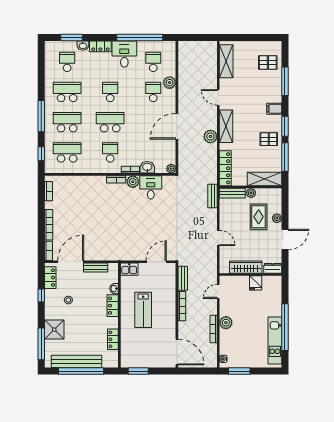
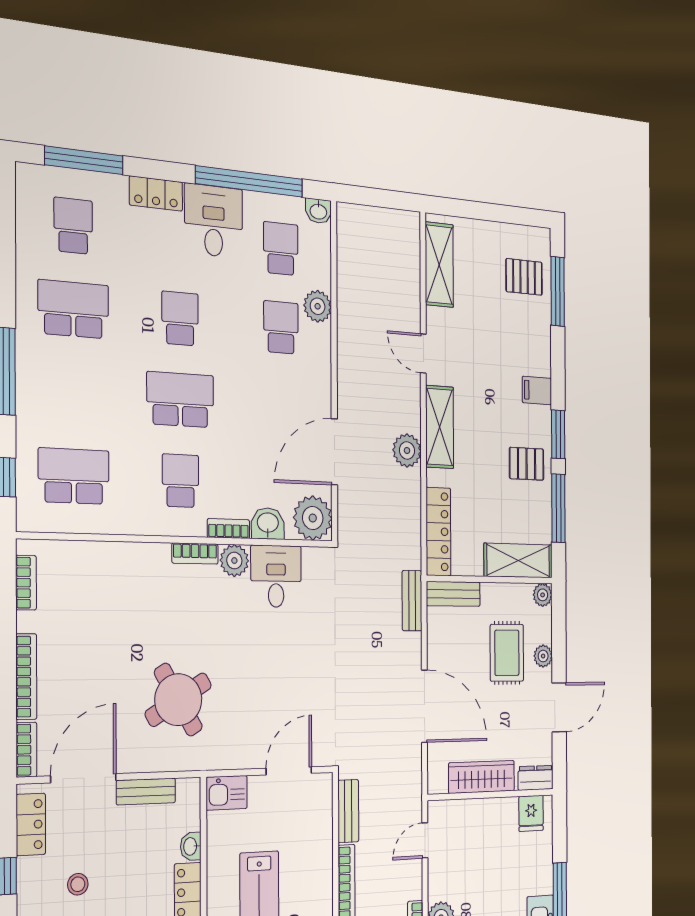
window: (71, 38) -> (84, 160), width x1.44
washbasin: (83, 46) -> (318, 211), moved
window: (285, 81) -> (558, 291), moved
school desk: (67, 122) -> (74, 393), removed
door: (177, 126) -> (334, 452), moved
plant: (171, 169) -> (313, 518), width x1.88, depth x1.88
plant: (251, 193) -> (543, 595), moved
round table: (109, 234) -> (178, 700), added
door: (218, 238) -> (424, 706), width x1.88
fridge: (256, 283) -> (531, 813), moved

